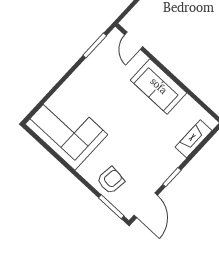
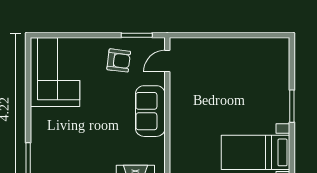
armchair: (111, 180) -> (119, 60), moved

